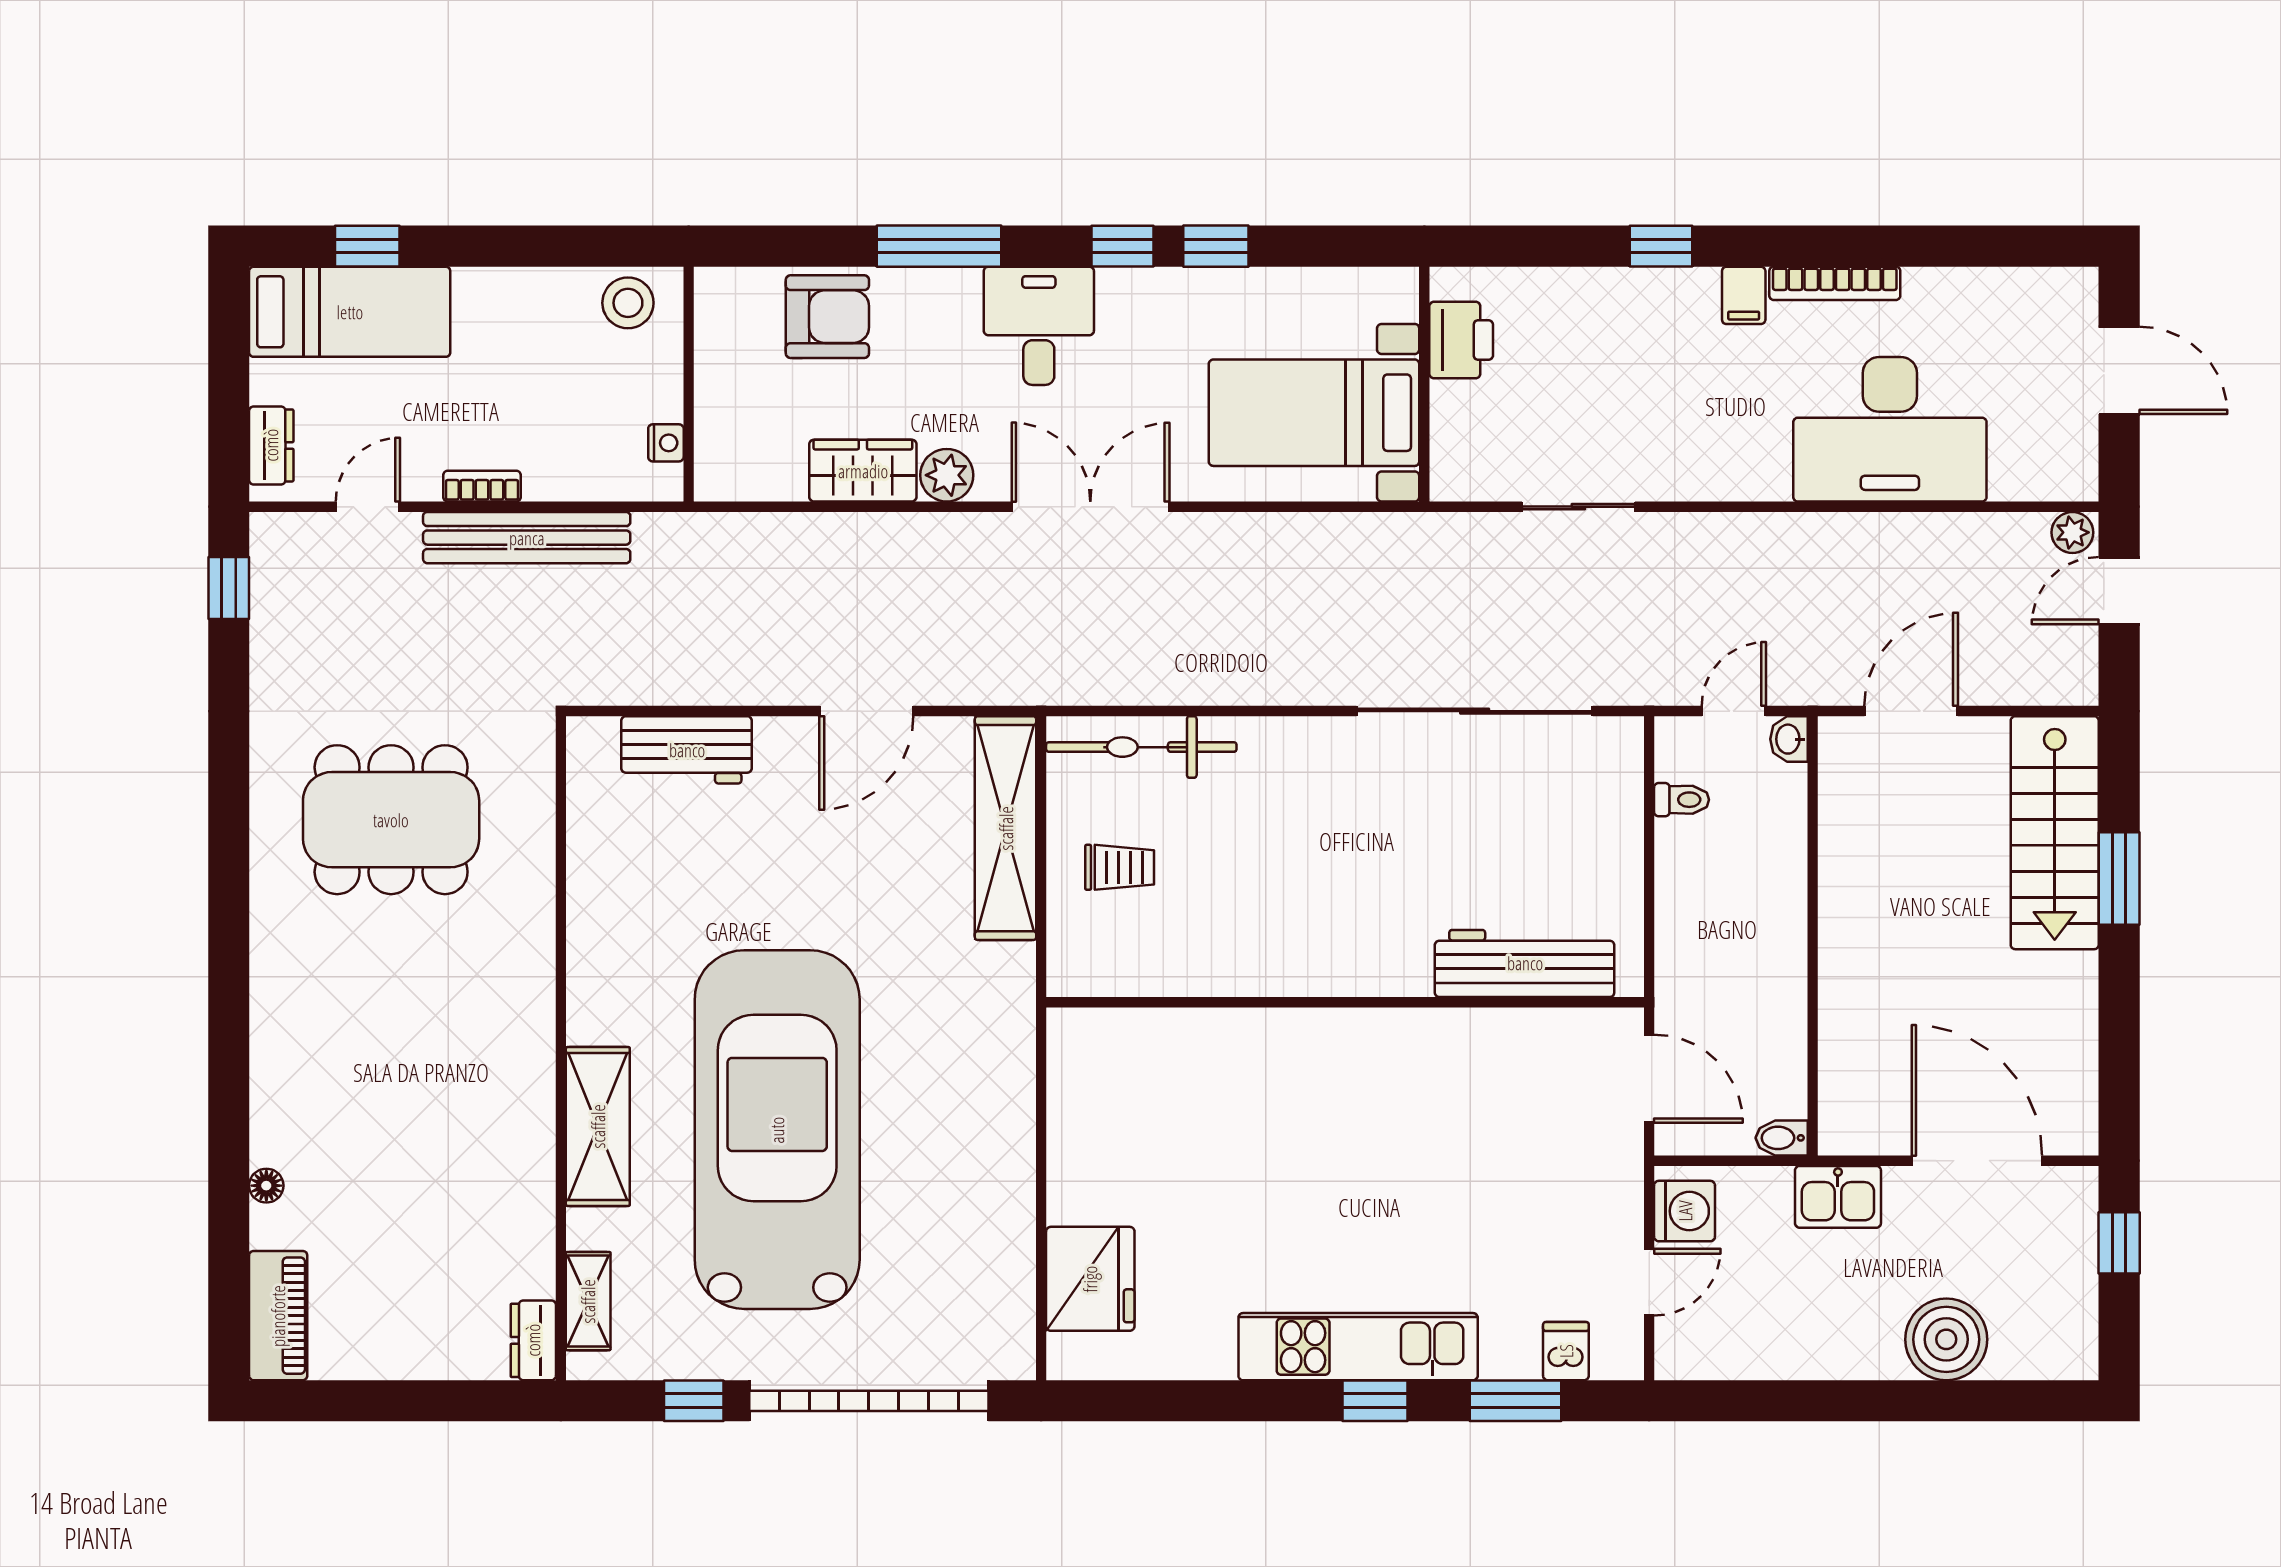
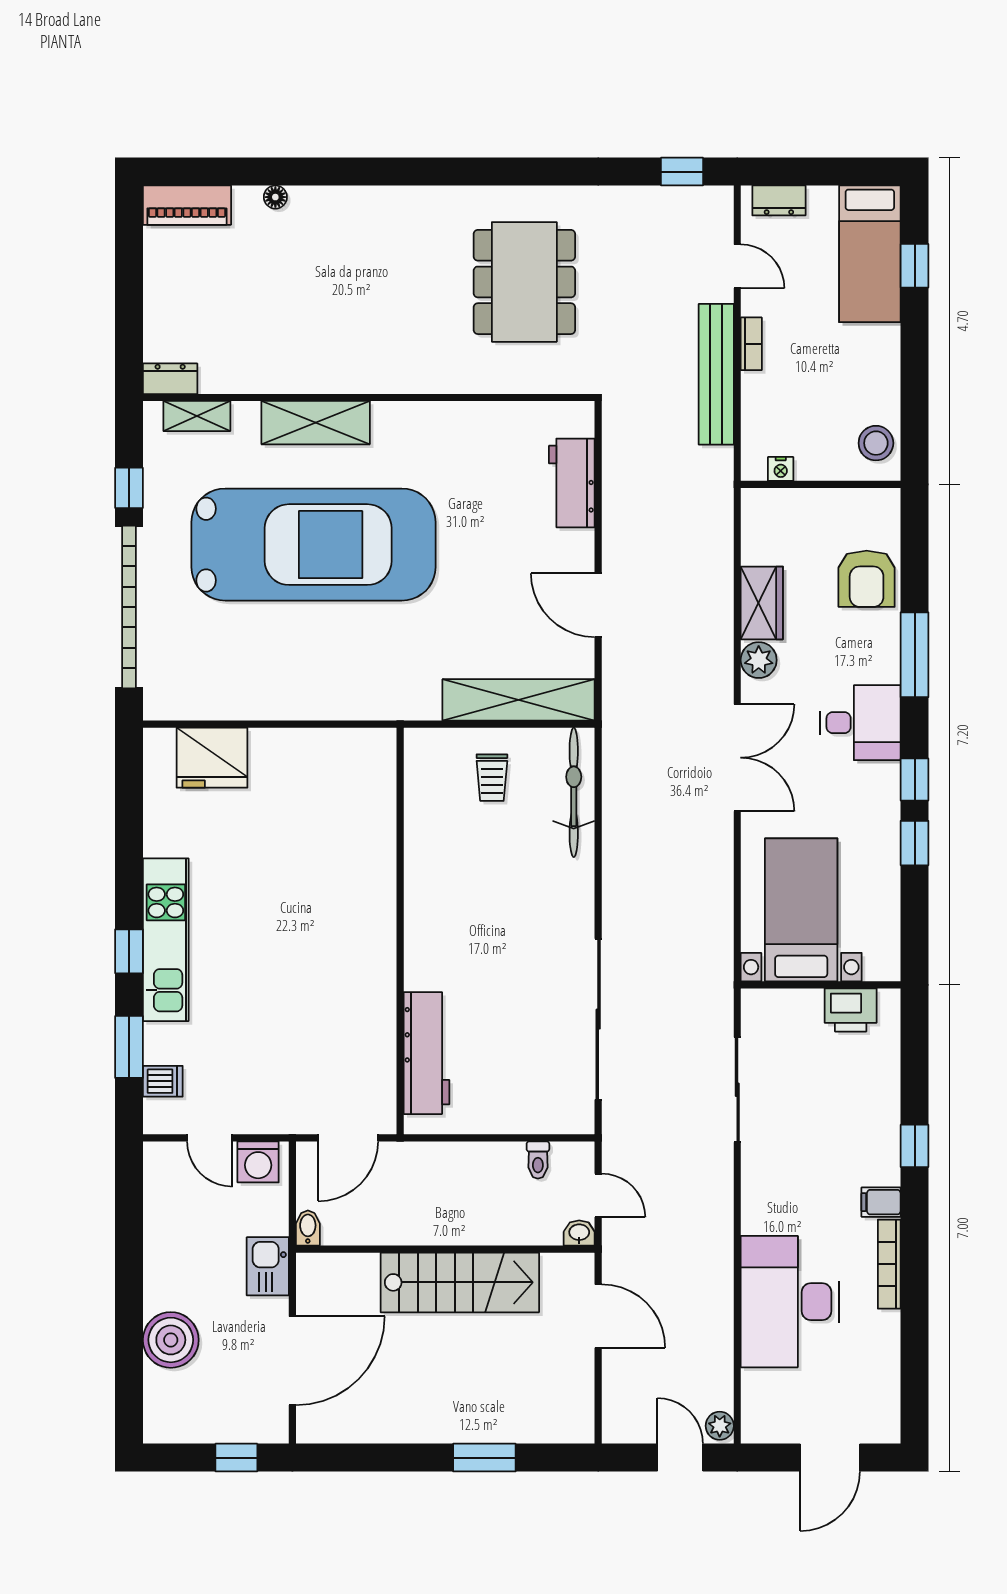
sliding door: (1578, 507) -> (737, 1090), width x1.37
stairs: (2055, 833) -> (460, 1282), moved, turned 180

